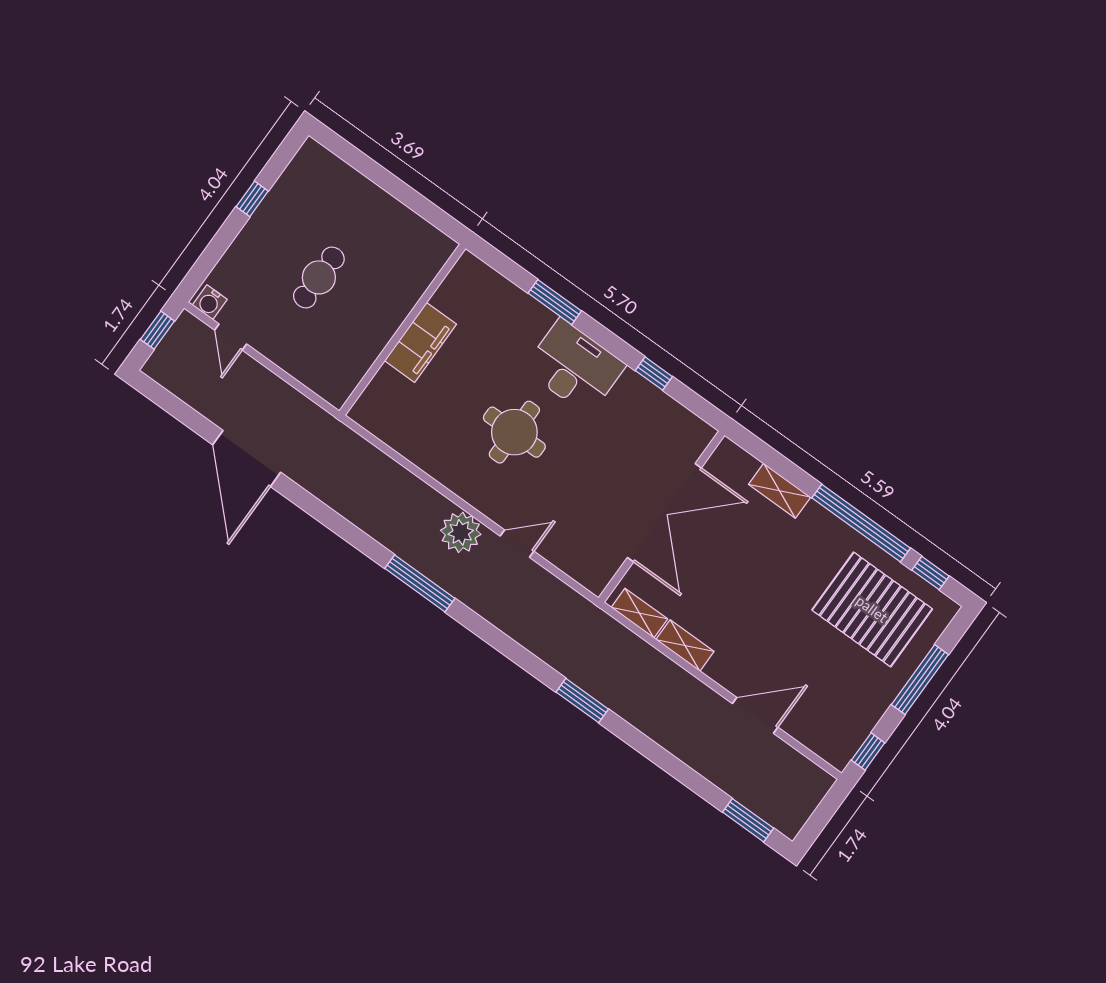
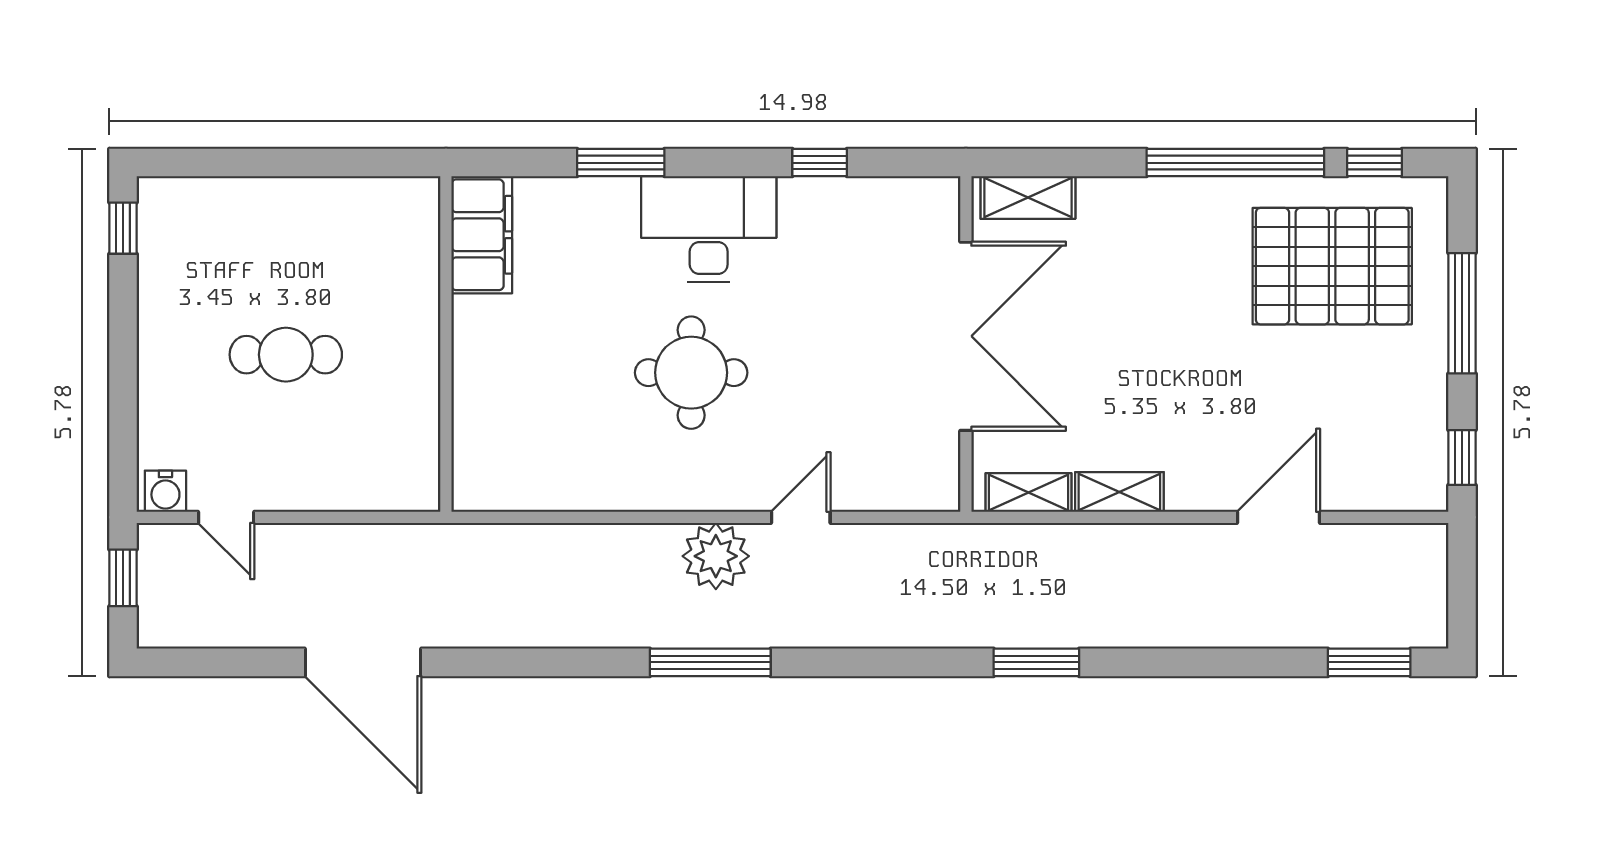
window: (252, 199) -> (123, 228), moved
cafe table: (319, 277) -> (286, 355), turned 90
filing cabinet: (420, 342) -> (482, 235), moved
shelving: (780, 491) -> (1028, 198), moved

